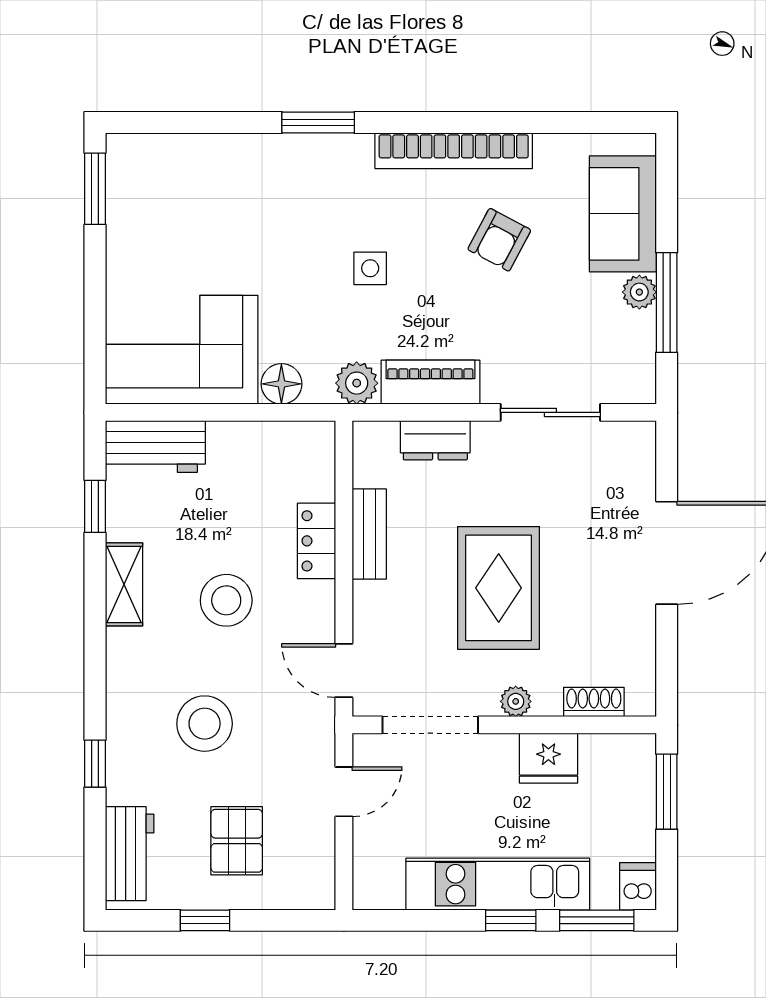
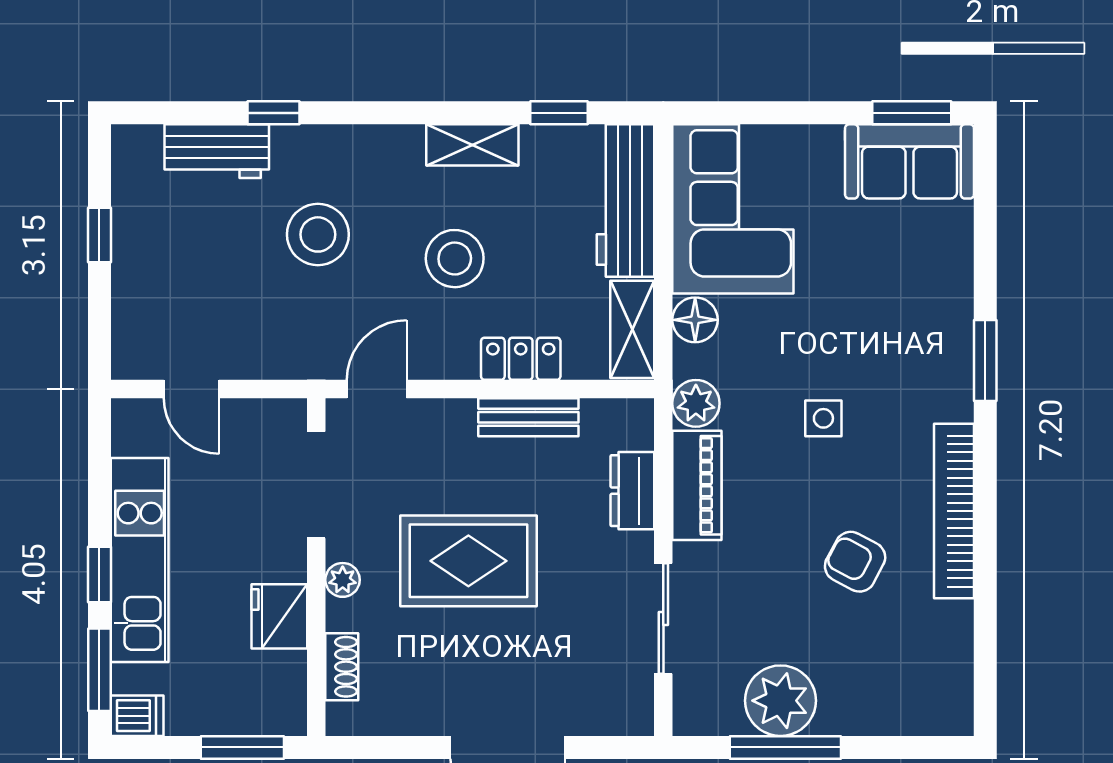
sofa: (623, 214) -> (910, 161), moved, turned 180
plant: (639, 292) -> (780, 701), width x1.88, depth x1.88
shelving: (290, 440) -> (632, 329), added
workbench: (155, 447) -> (625, 201), width x1.38
door: (344, 792) -> (191, 389), moved
pallet: (237, 841) -> (188, 270), removed
workbench: (130, 854) -> (217, 151), moved

